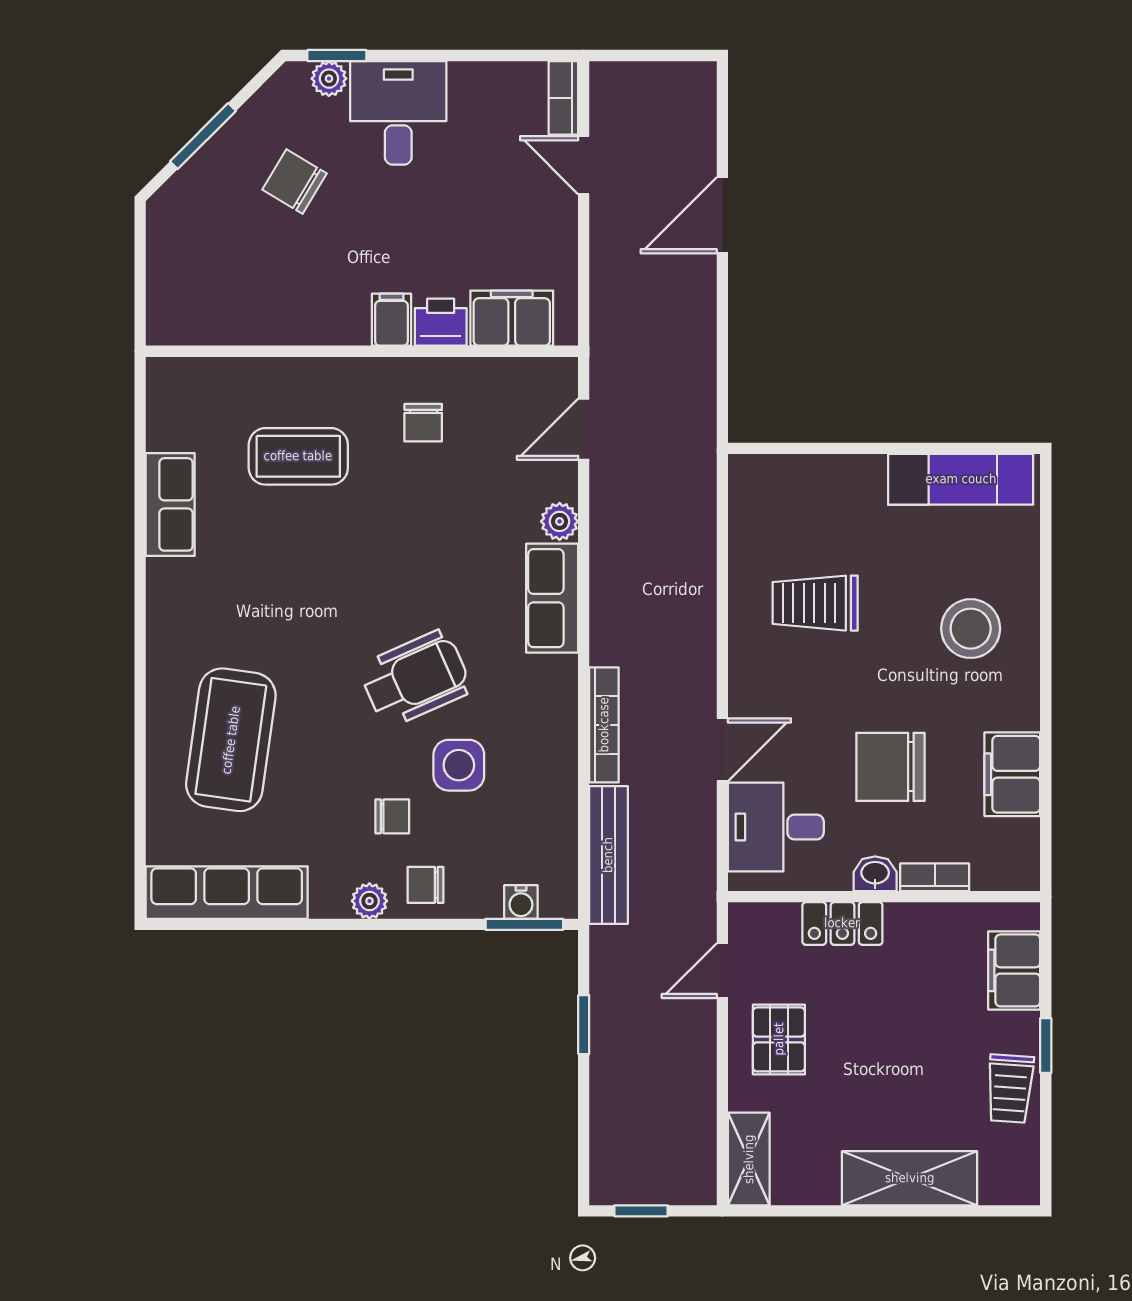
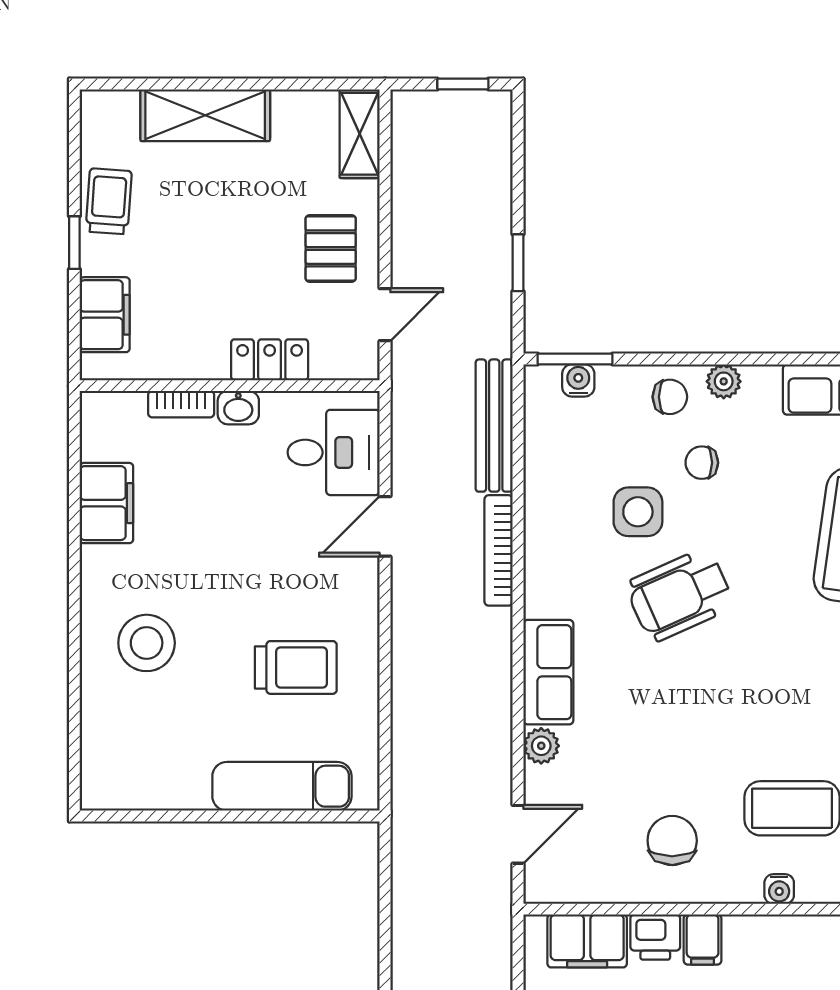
water cooler: (312, 372) -> (779, 889), added
chair: (423, 423) -> (672, 841), width x1.37, depth x1.37
exam couch: (961, 479) -> (282, 786), moved
chair: (890, 767) -> (224, 510), removed

